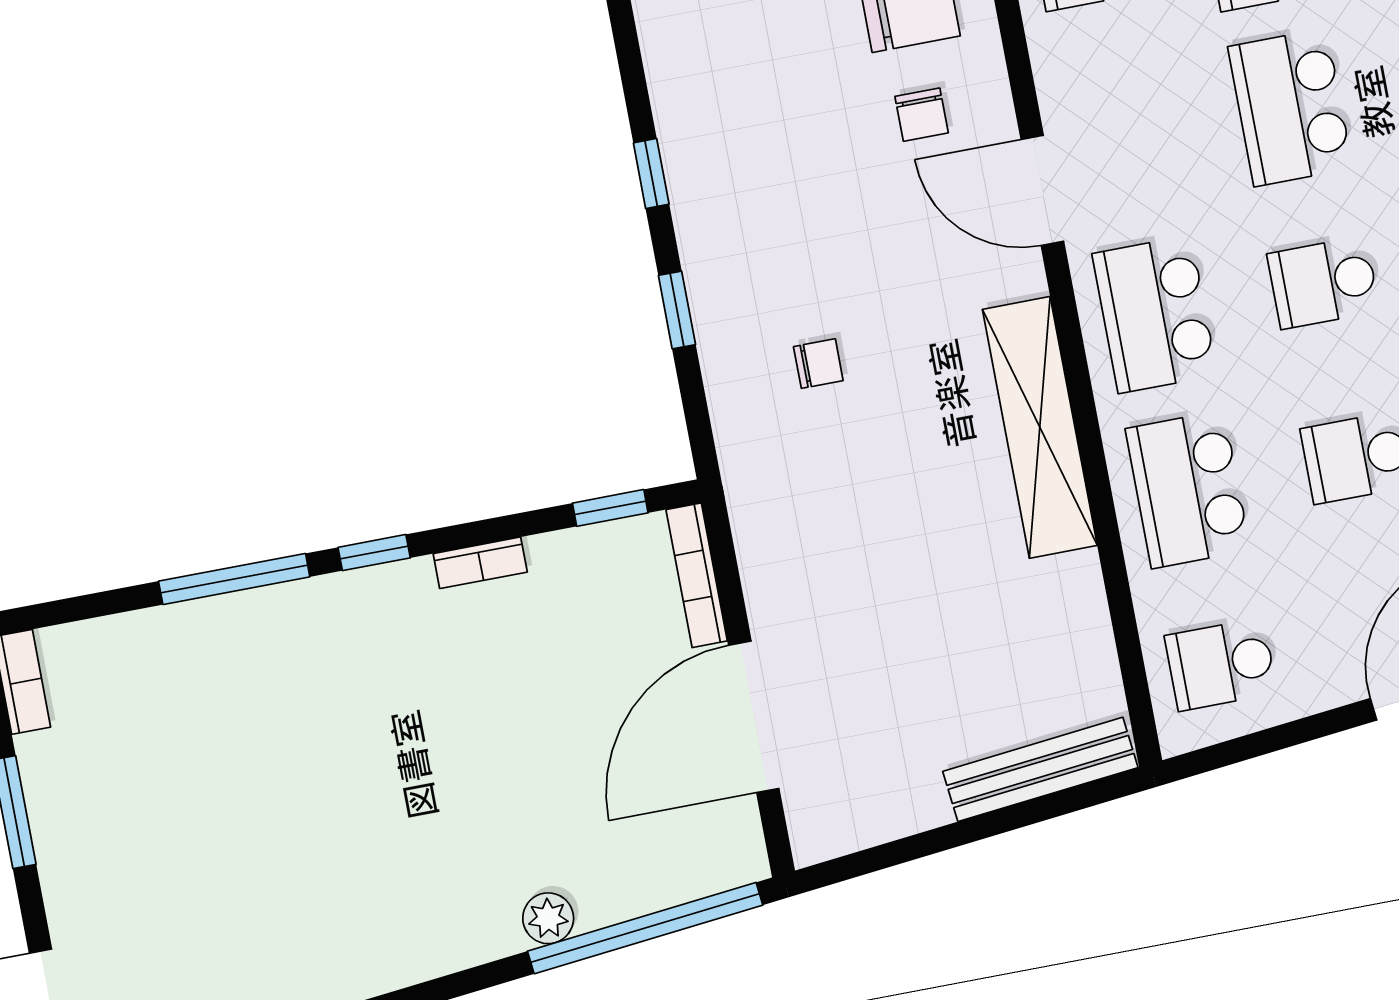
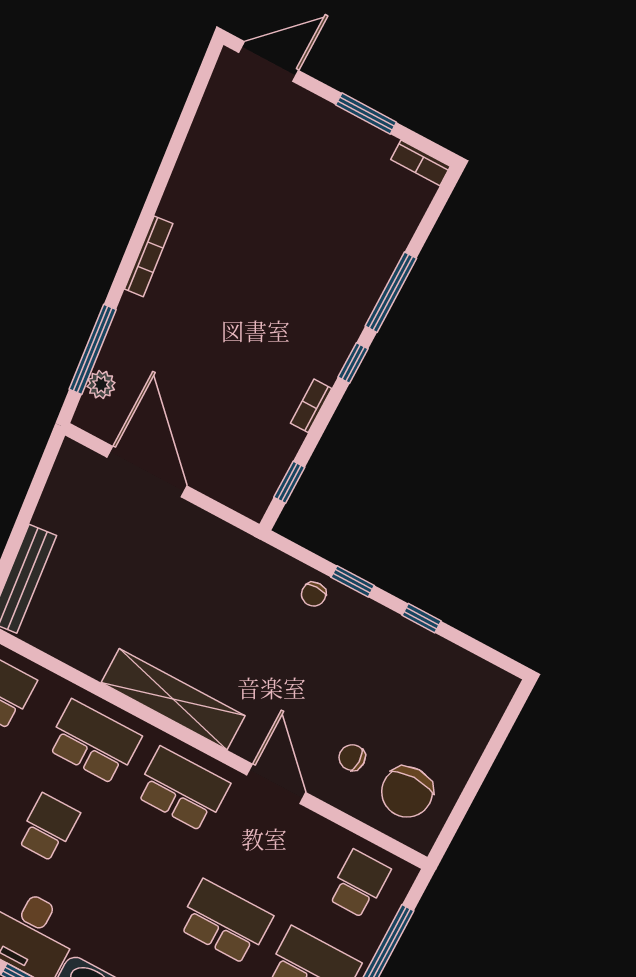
door: (1042, 190) -> (276, 784), hinge flipped
school desk: (1323, 282) -> (137, 875), removed
chair: (818, 364) -> (314, 594), moved
bookcase: (697, 575) -> (149, 256), moved, turned 84
plant: (548, 918) -> (101, 385), moved
window: (645, 928) -> (93, 349), width x0.68

